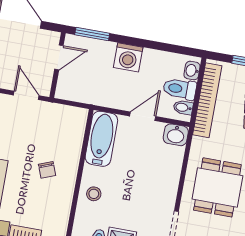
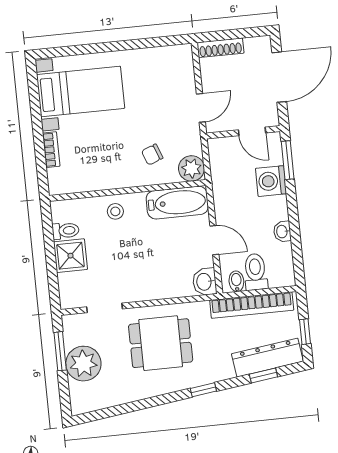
washing machine: (128, 57) -> (271, 181), moved
washbasin: (192, 71) -> (282, 232), moved, turned -90
plant: (76, 118) -> (191, 168), added
chair: (47, 170) -> (152, 155), moved

